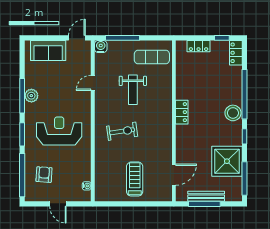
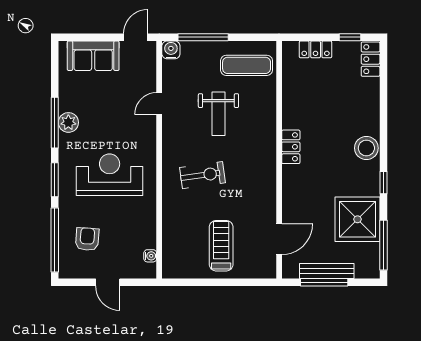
window: (244, 94) -> (383, 120), removed

